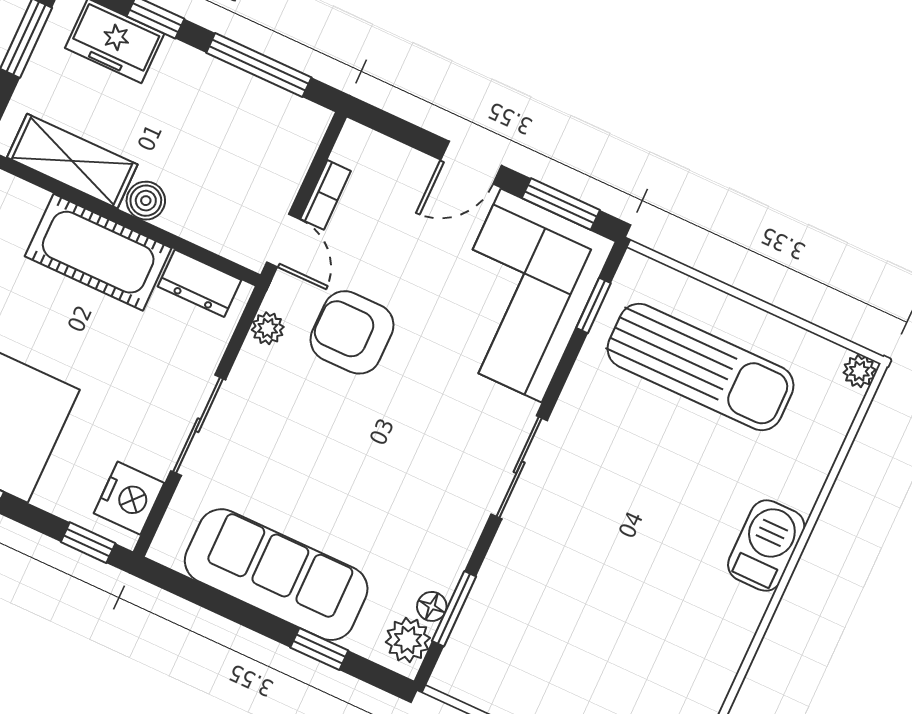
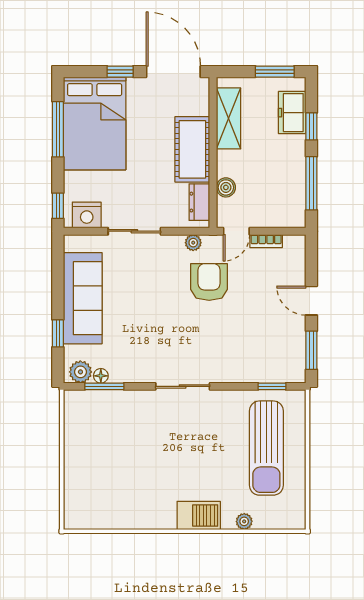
boiler: (146, 201) -> (226, 187), moved
corner sofa: (521, 295) -> (261, 351), removed
plant: (859, 371) -> (244, 521), moved

